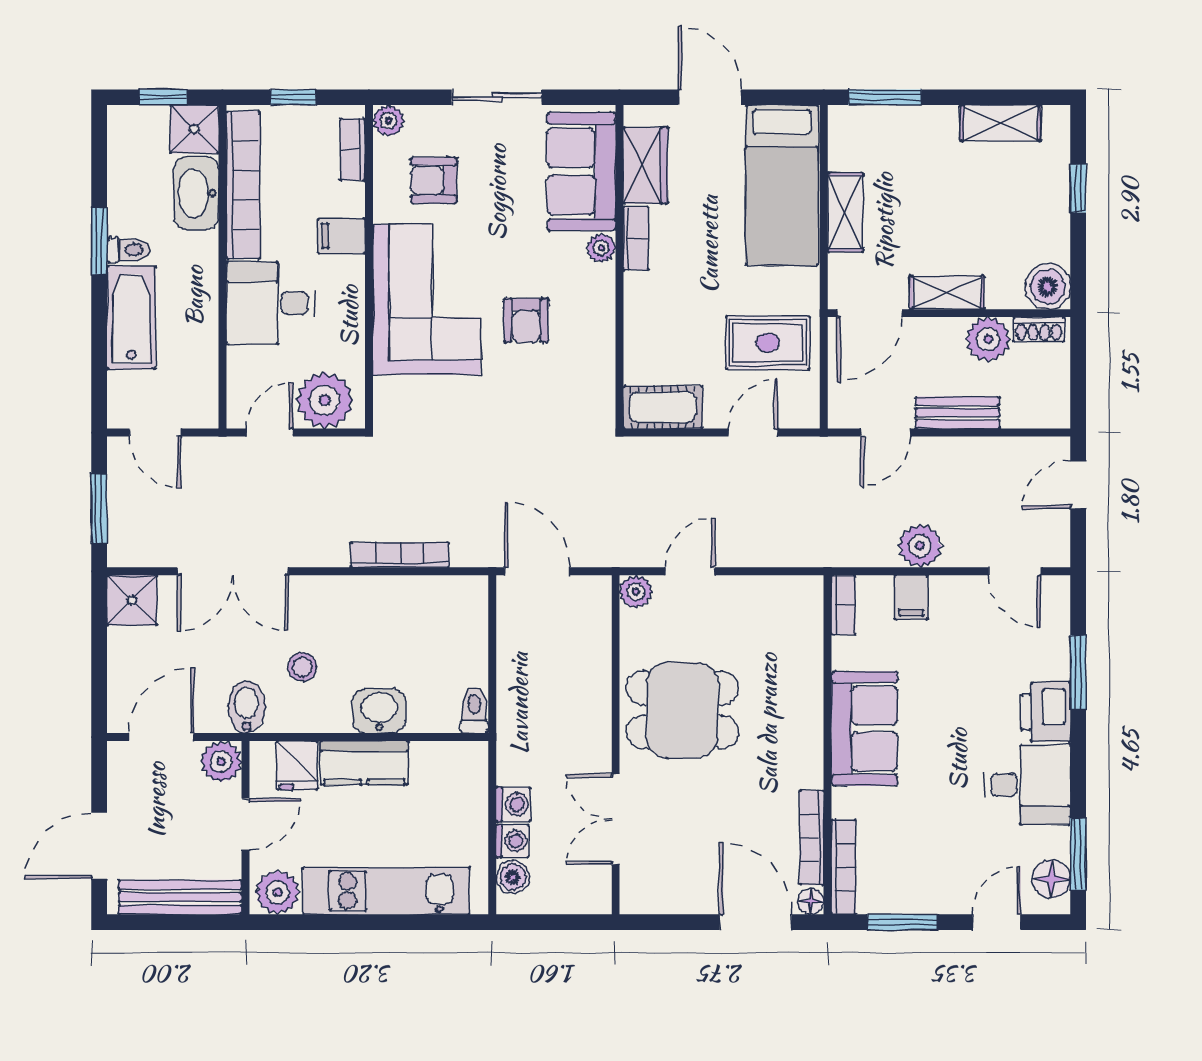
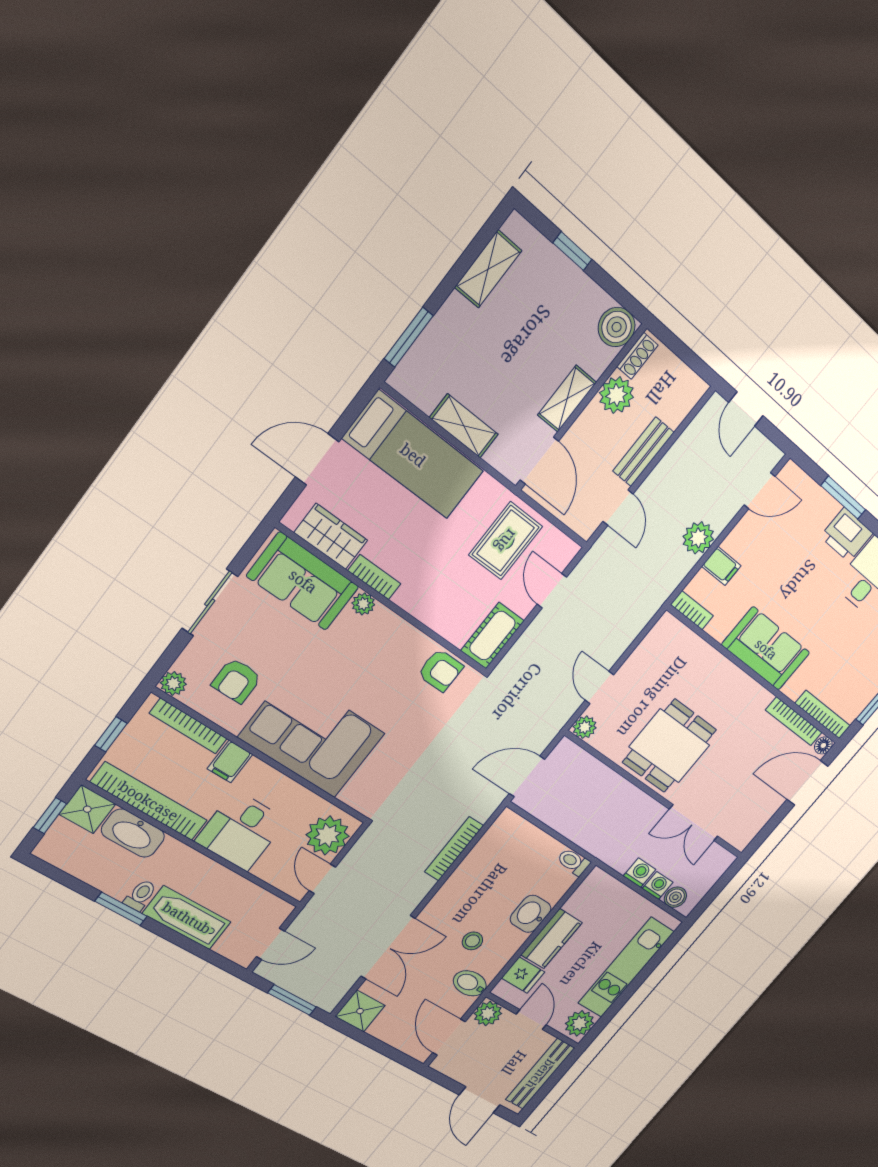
bookcase: (353, 150) -> (188, 726), width x1.56
armchair: (526, 320) -> (440, 670), moved

